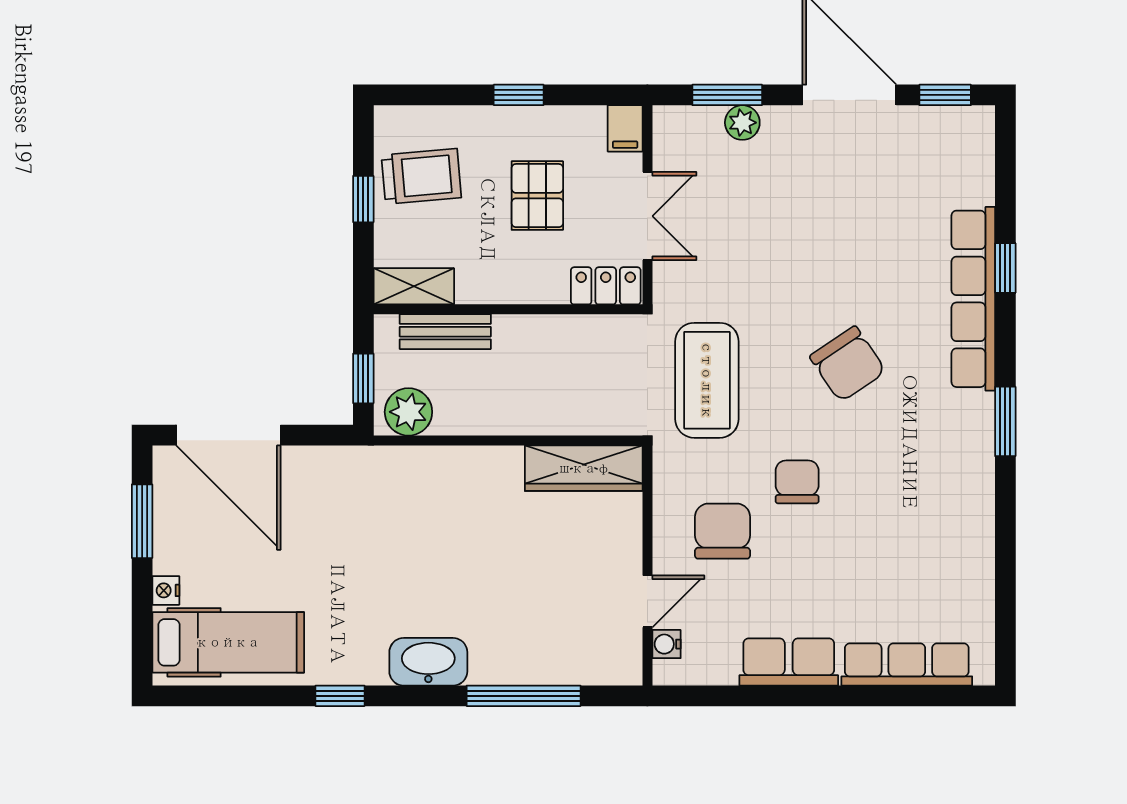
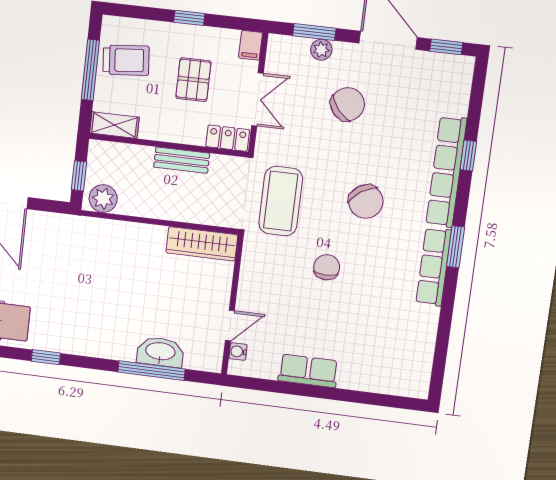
window: (363, 199) -> (90, 70), width x2.17
bench: (445, 332) -> (182, 160), moved
chair: (723, 531) -> (348, 104), moved, turned 50
washbasin: (428, 662) -> (160, 352), moved
row of seats: (907, 664) -> (434, 267), moved, turned -90

